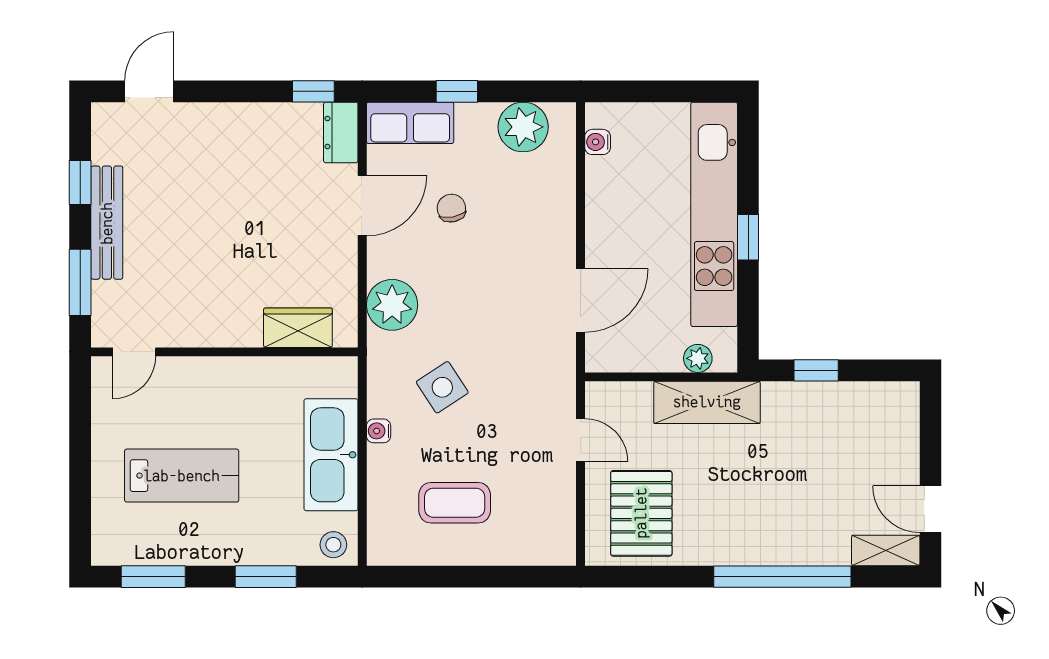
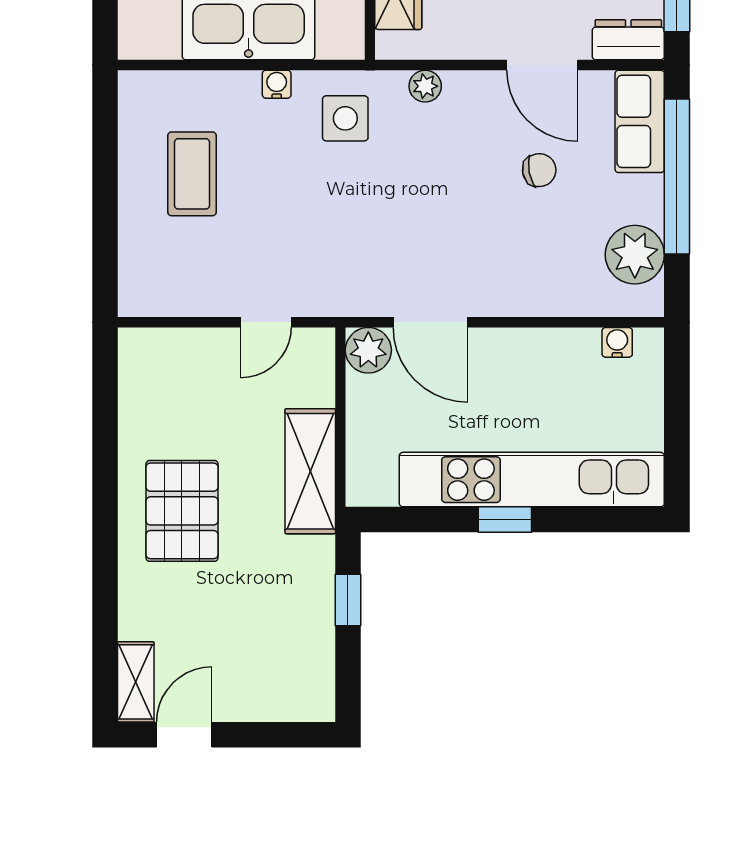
window: (457, 91) -> (677, 177), width x3.17
plant: (392, 305) -> (425, 86), width x0.53, depth x0.53
plant: (698, 358) -> (368, 350), moved, width x1.38, depth x1.38
side table: (442, 387) -> (345, 118), moved, turned 33
pallet: (641, 513) -> (182, 511), moved, turned 90
stool: (333, 545) -> (143, 31), removed
window: (782, 577) -> (105, 560), removed

